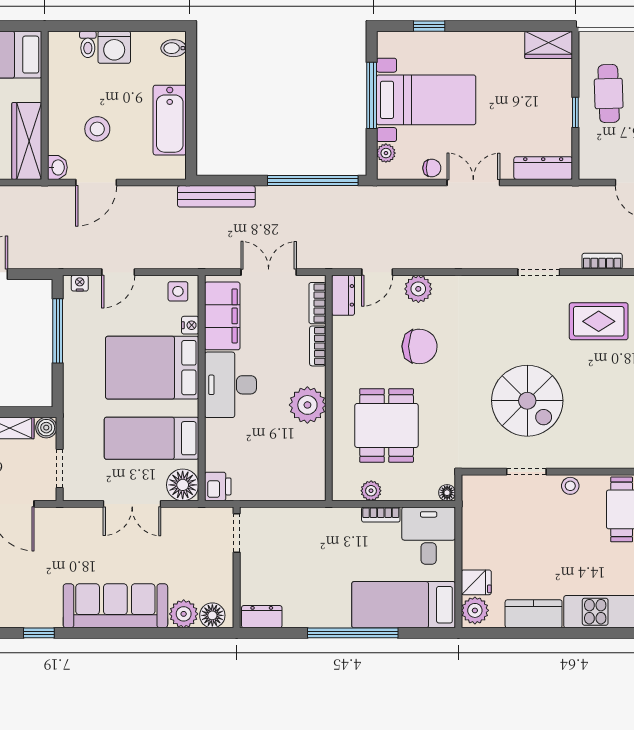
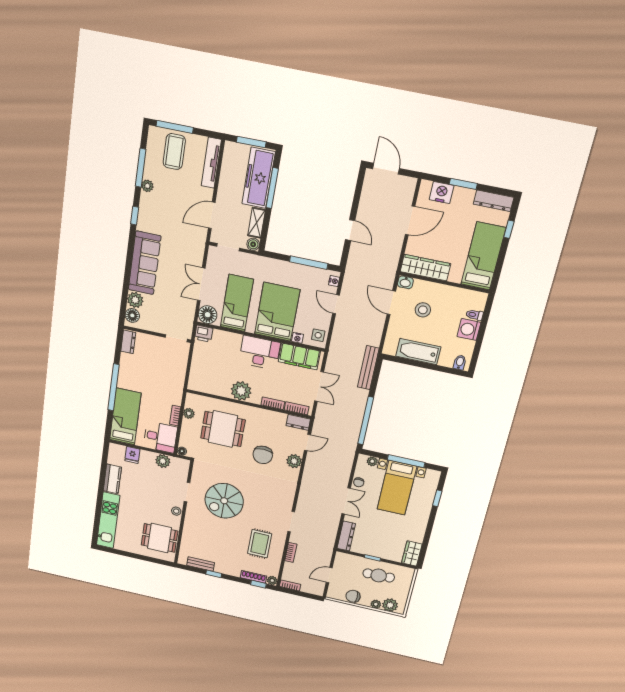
door: (377, 272) -> (307, 443), swing flipped
plant: (475, 610) -> (163, 461), moved

